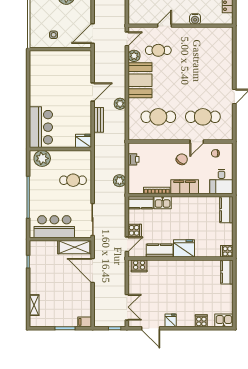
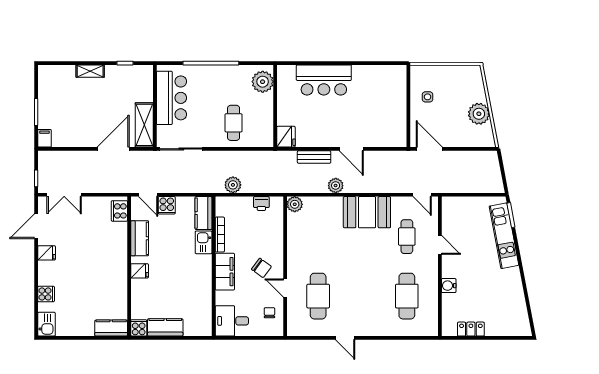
plant: (134, 56) -> (295, 204), moved
cafe table: (158, 117) -> (407, 296), moved
bar counter: (41, 127) -> (324, 80), moved
kitchen counter: (226, 210) -> (165, 327), moved
fridge: (184, 248) -> (140, 271), width x0.53, depth x0.75
shelving: (34, 305) -> (90, 71), moved

